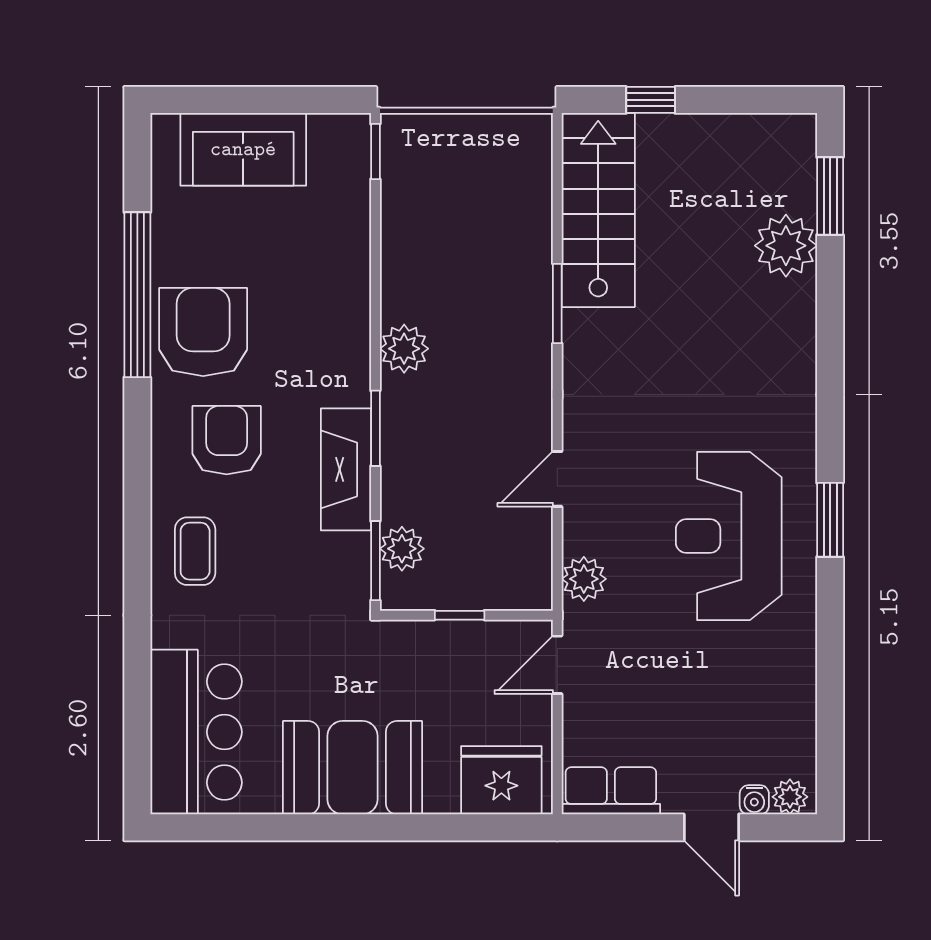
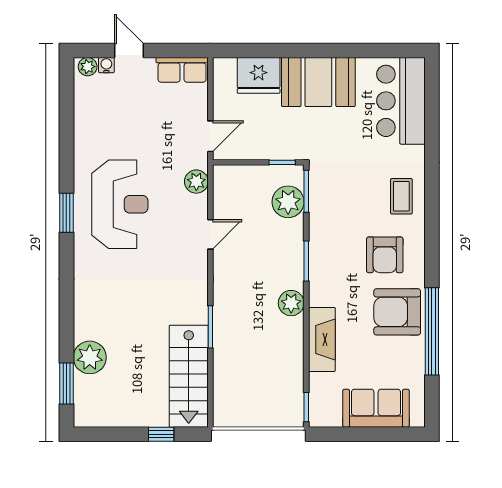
armchair: (203, 332) -> (397, 312), turned 90
fireplace: (346, 469) -> (322, 339), moved
plant: (402, 549) -> (288, 202), width x1.36, depth x1.36
window: (460, 615) -> (282, 162), moved
fridge: (501, 780) -> (259, 75), moved

